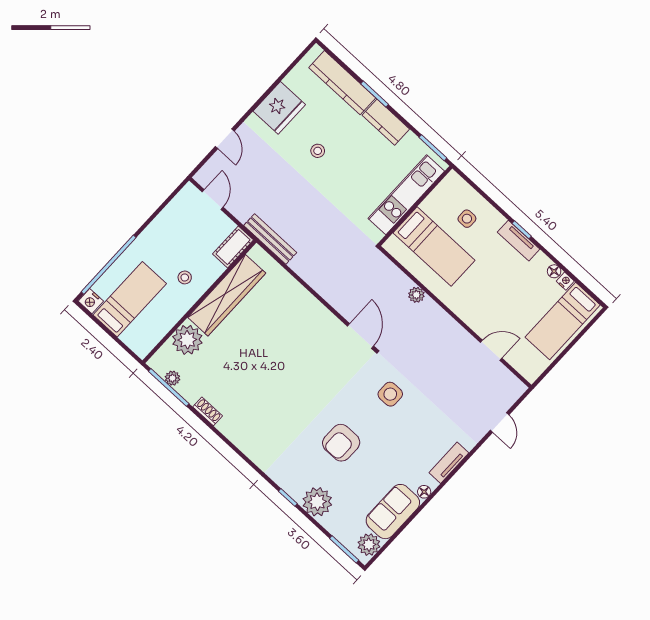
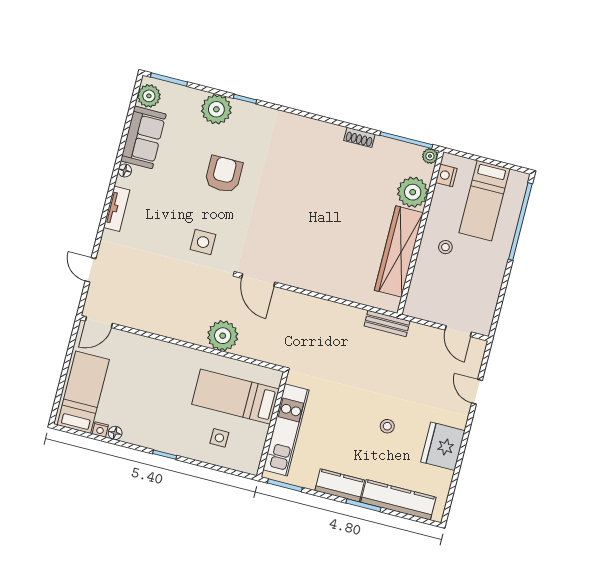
bench: (270, 239) -> (387, 323), width x0.73
tv unit: (519, 241) -> (162, 443), removed
cot: (233, 247) -> (417, 298), removed
plant: (416, 295) -> (223, 336), width x1.88, depth x1.88
nightstand: (91, 301) -> (446, 175), moved, turned -90
door: (491, 350) -> (99, 322), moved
plant: (172, 378) -> (430, 156), moved

